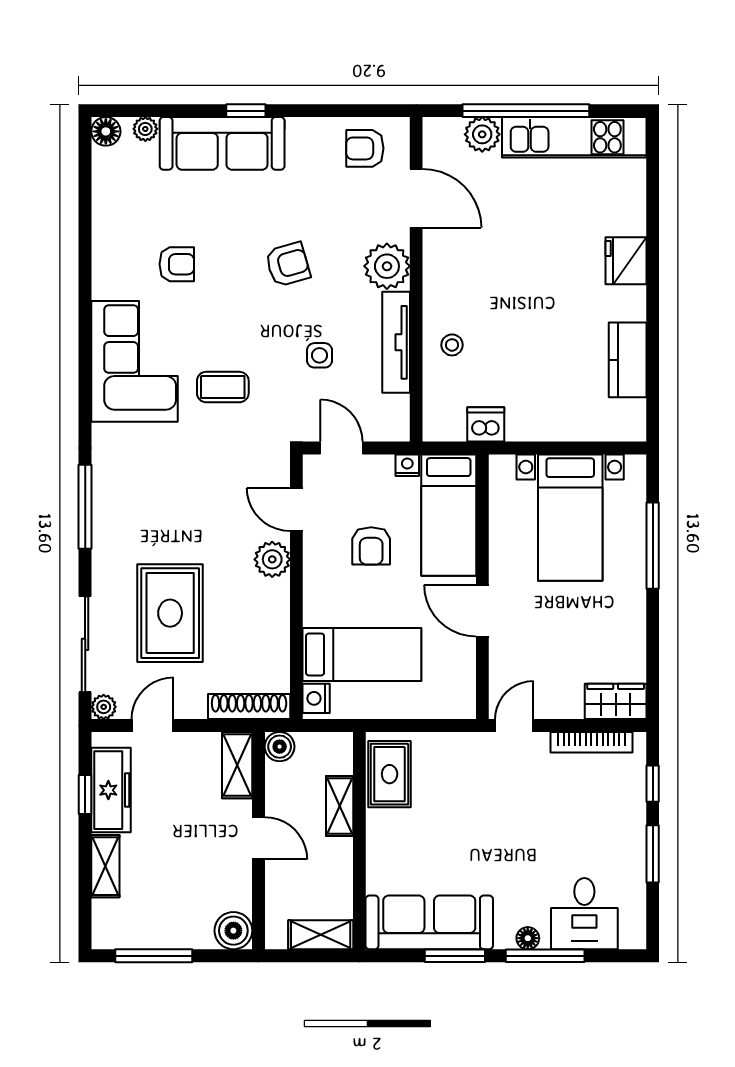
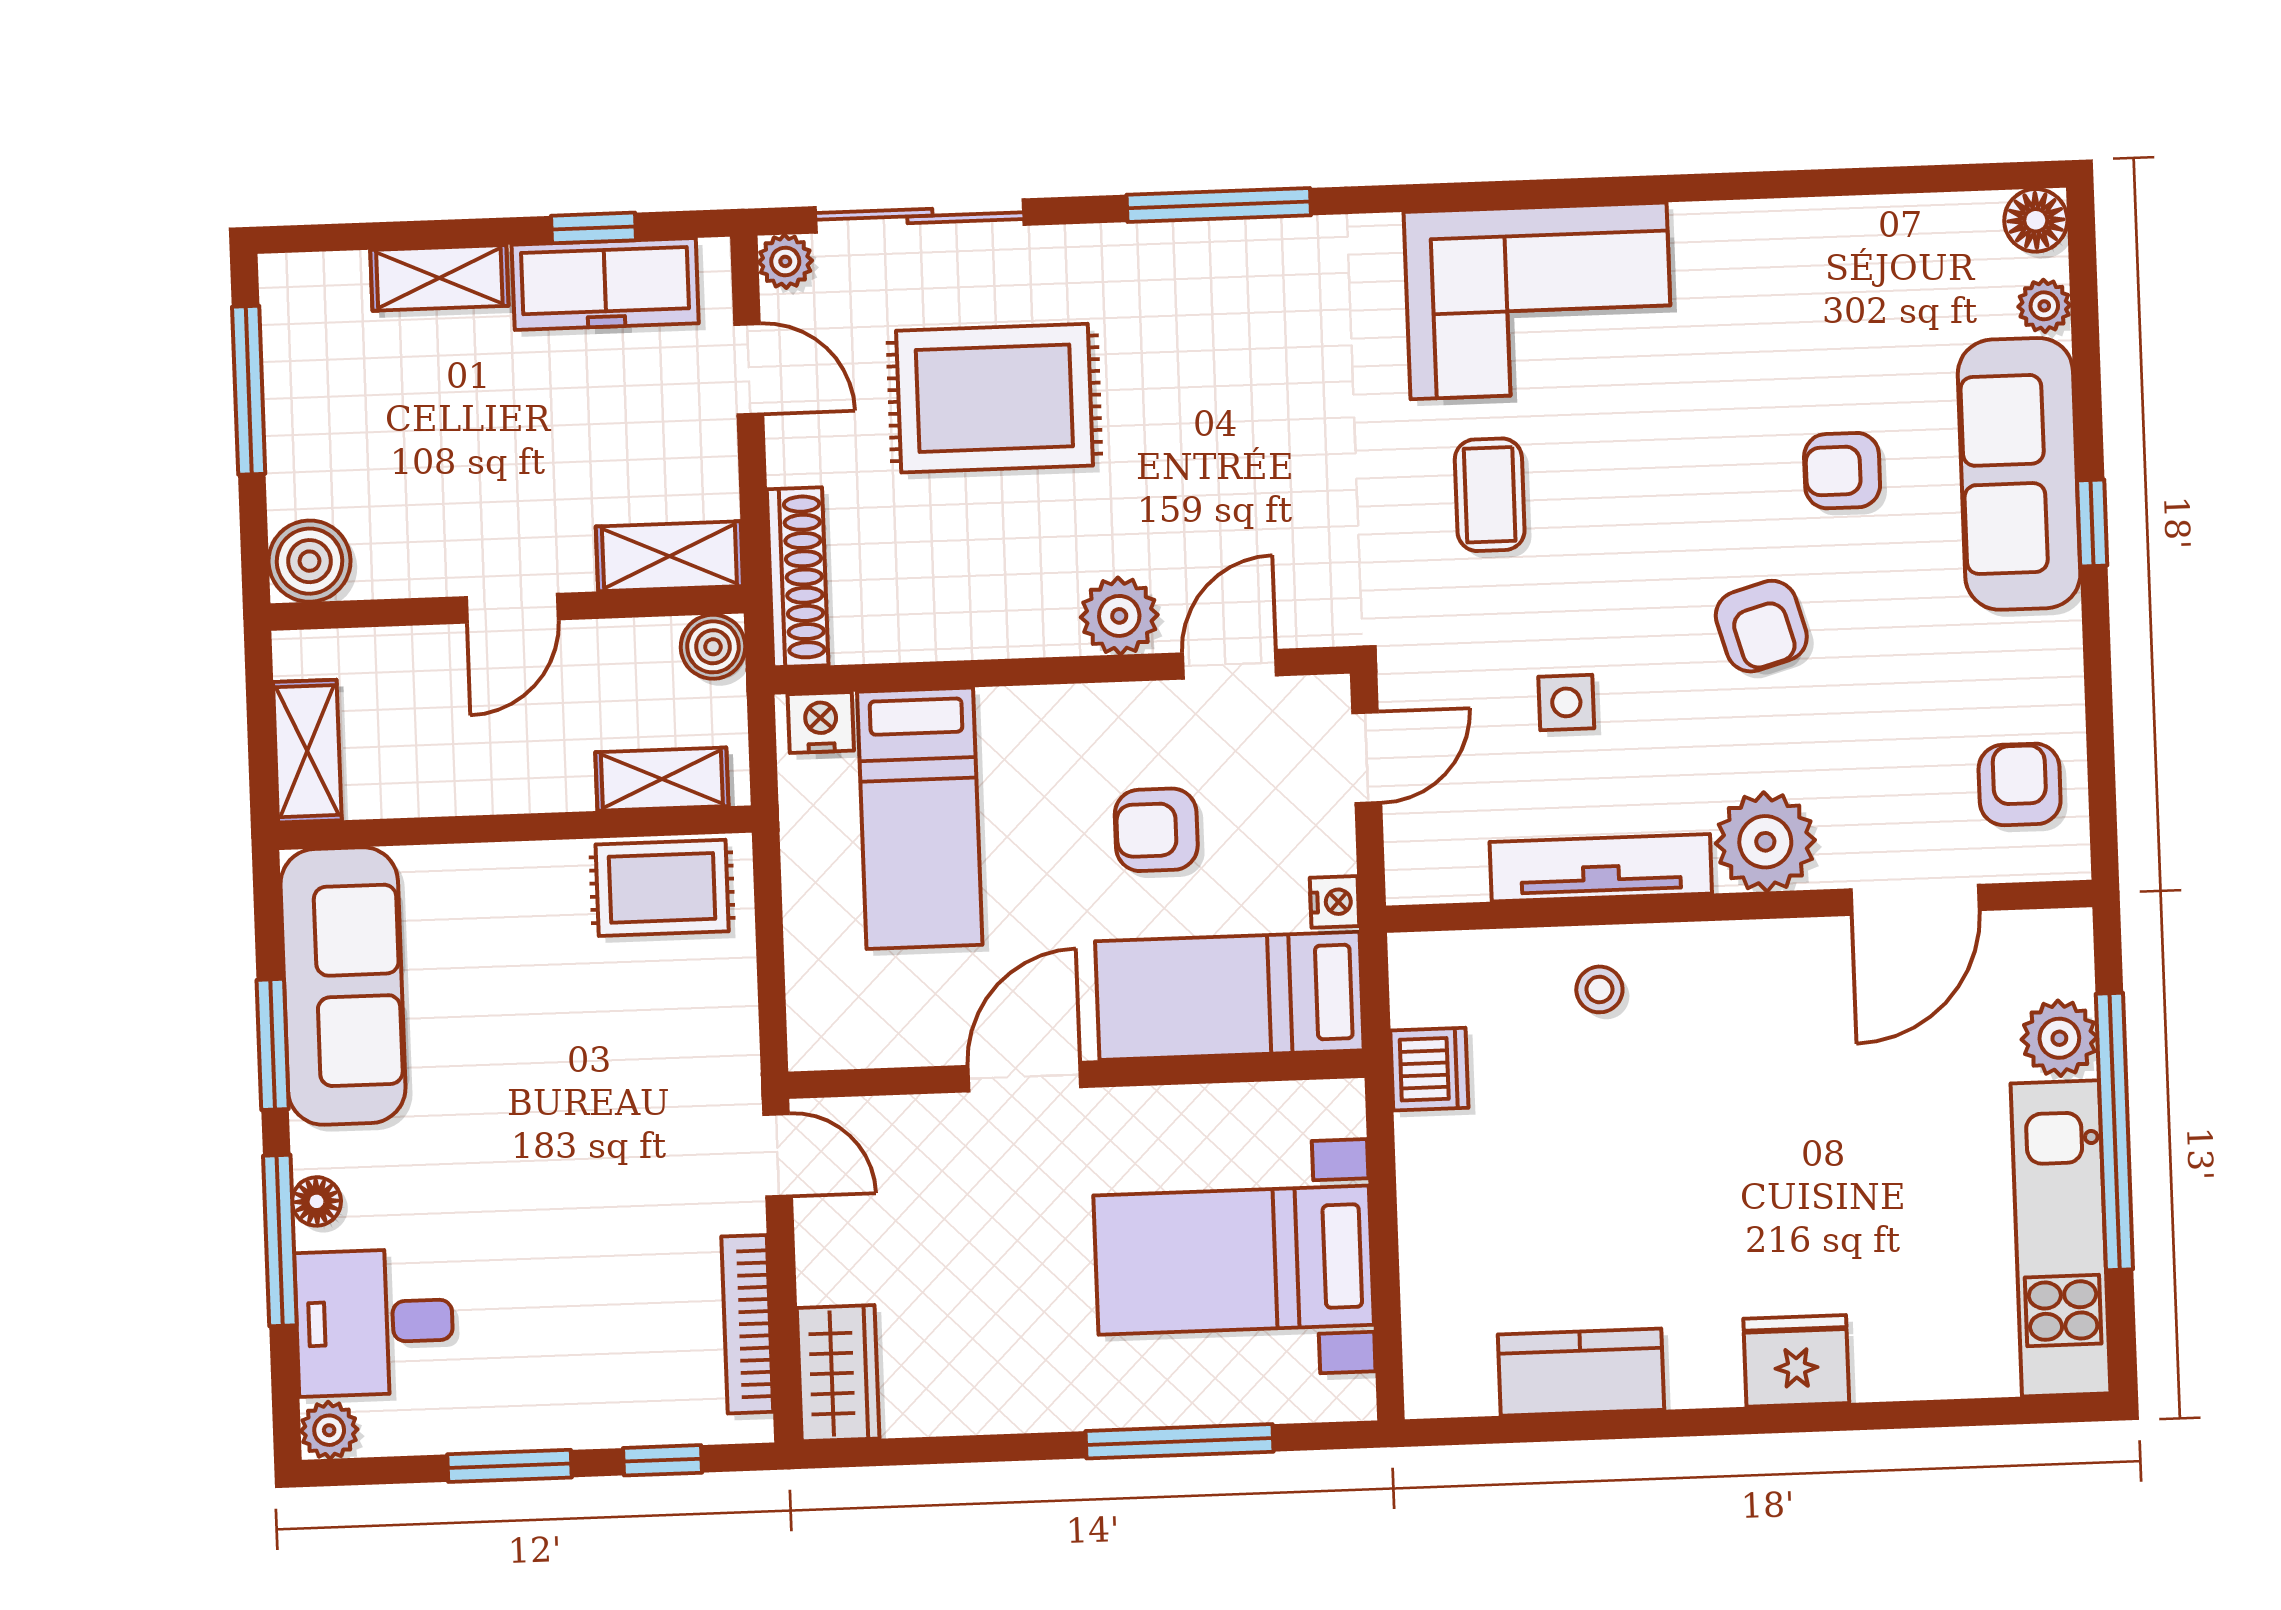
armchair: (177, 264) -> (1842, 471), moved, turned 90
shelving: (340, 806) -> (662, 779), moved
plant: (633, 936) -> (329, 1430), added

